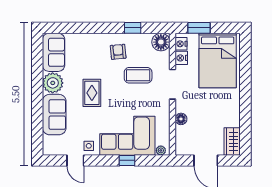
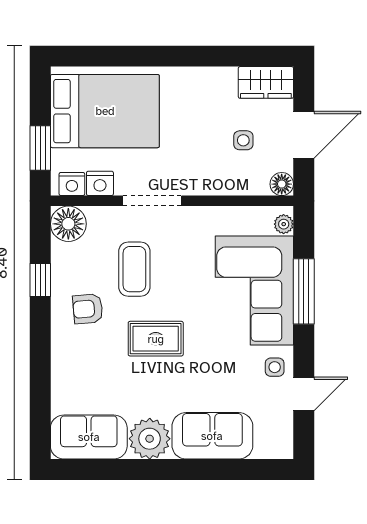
rug: (92, 93) -> (156, 339), moved
floor lamp: (181, 119) -> (282, 184), moved
side table: (203, 130) -> (243, 140), added
window: (127, 160) -> (304, 291), width x2.17

